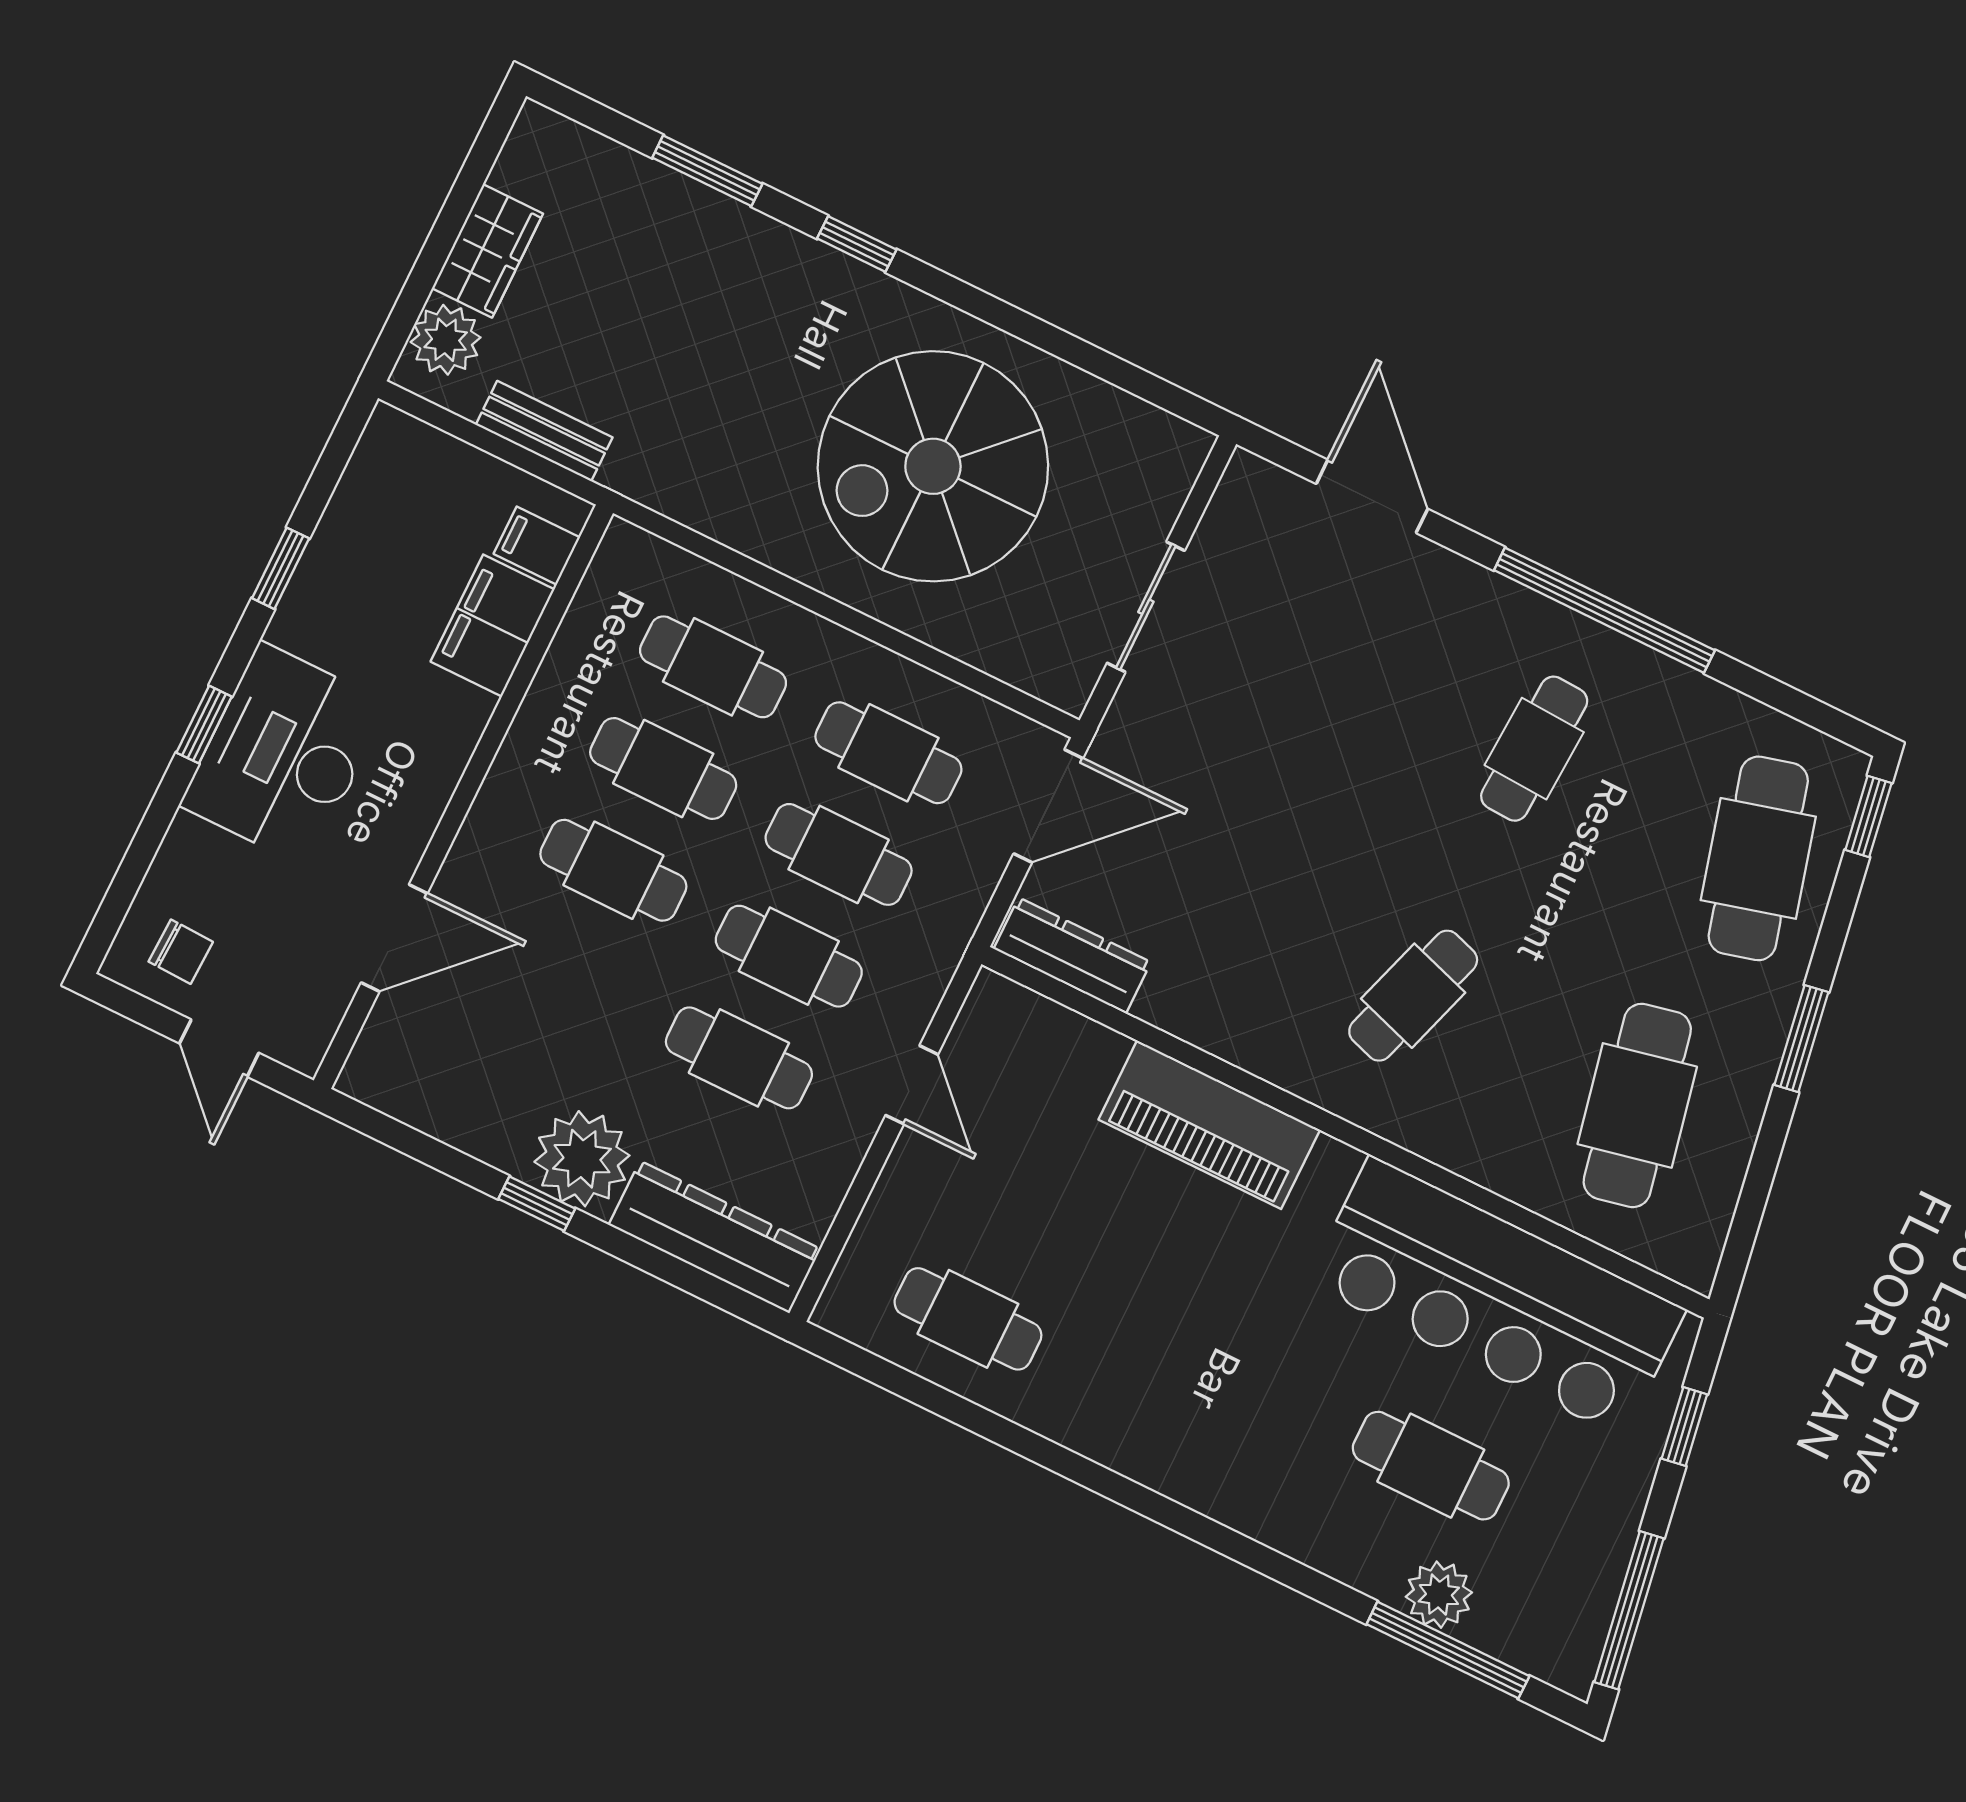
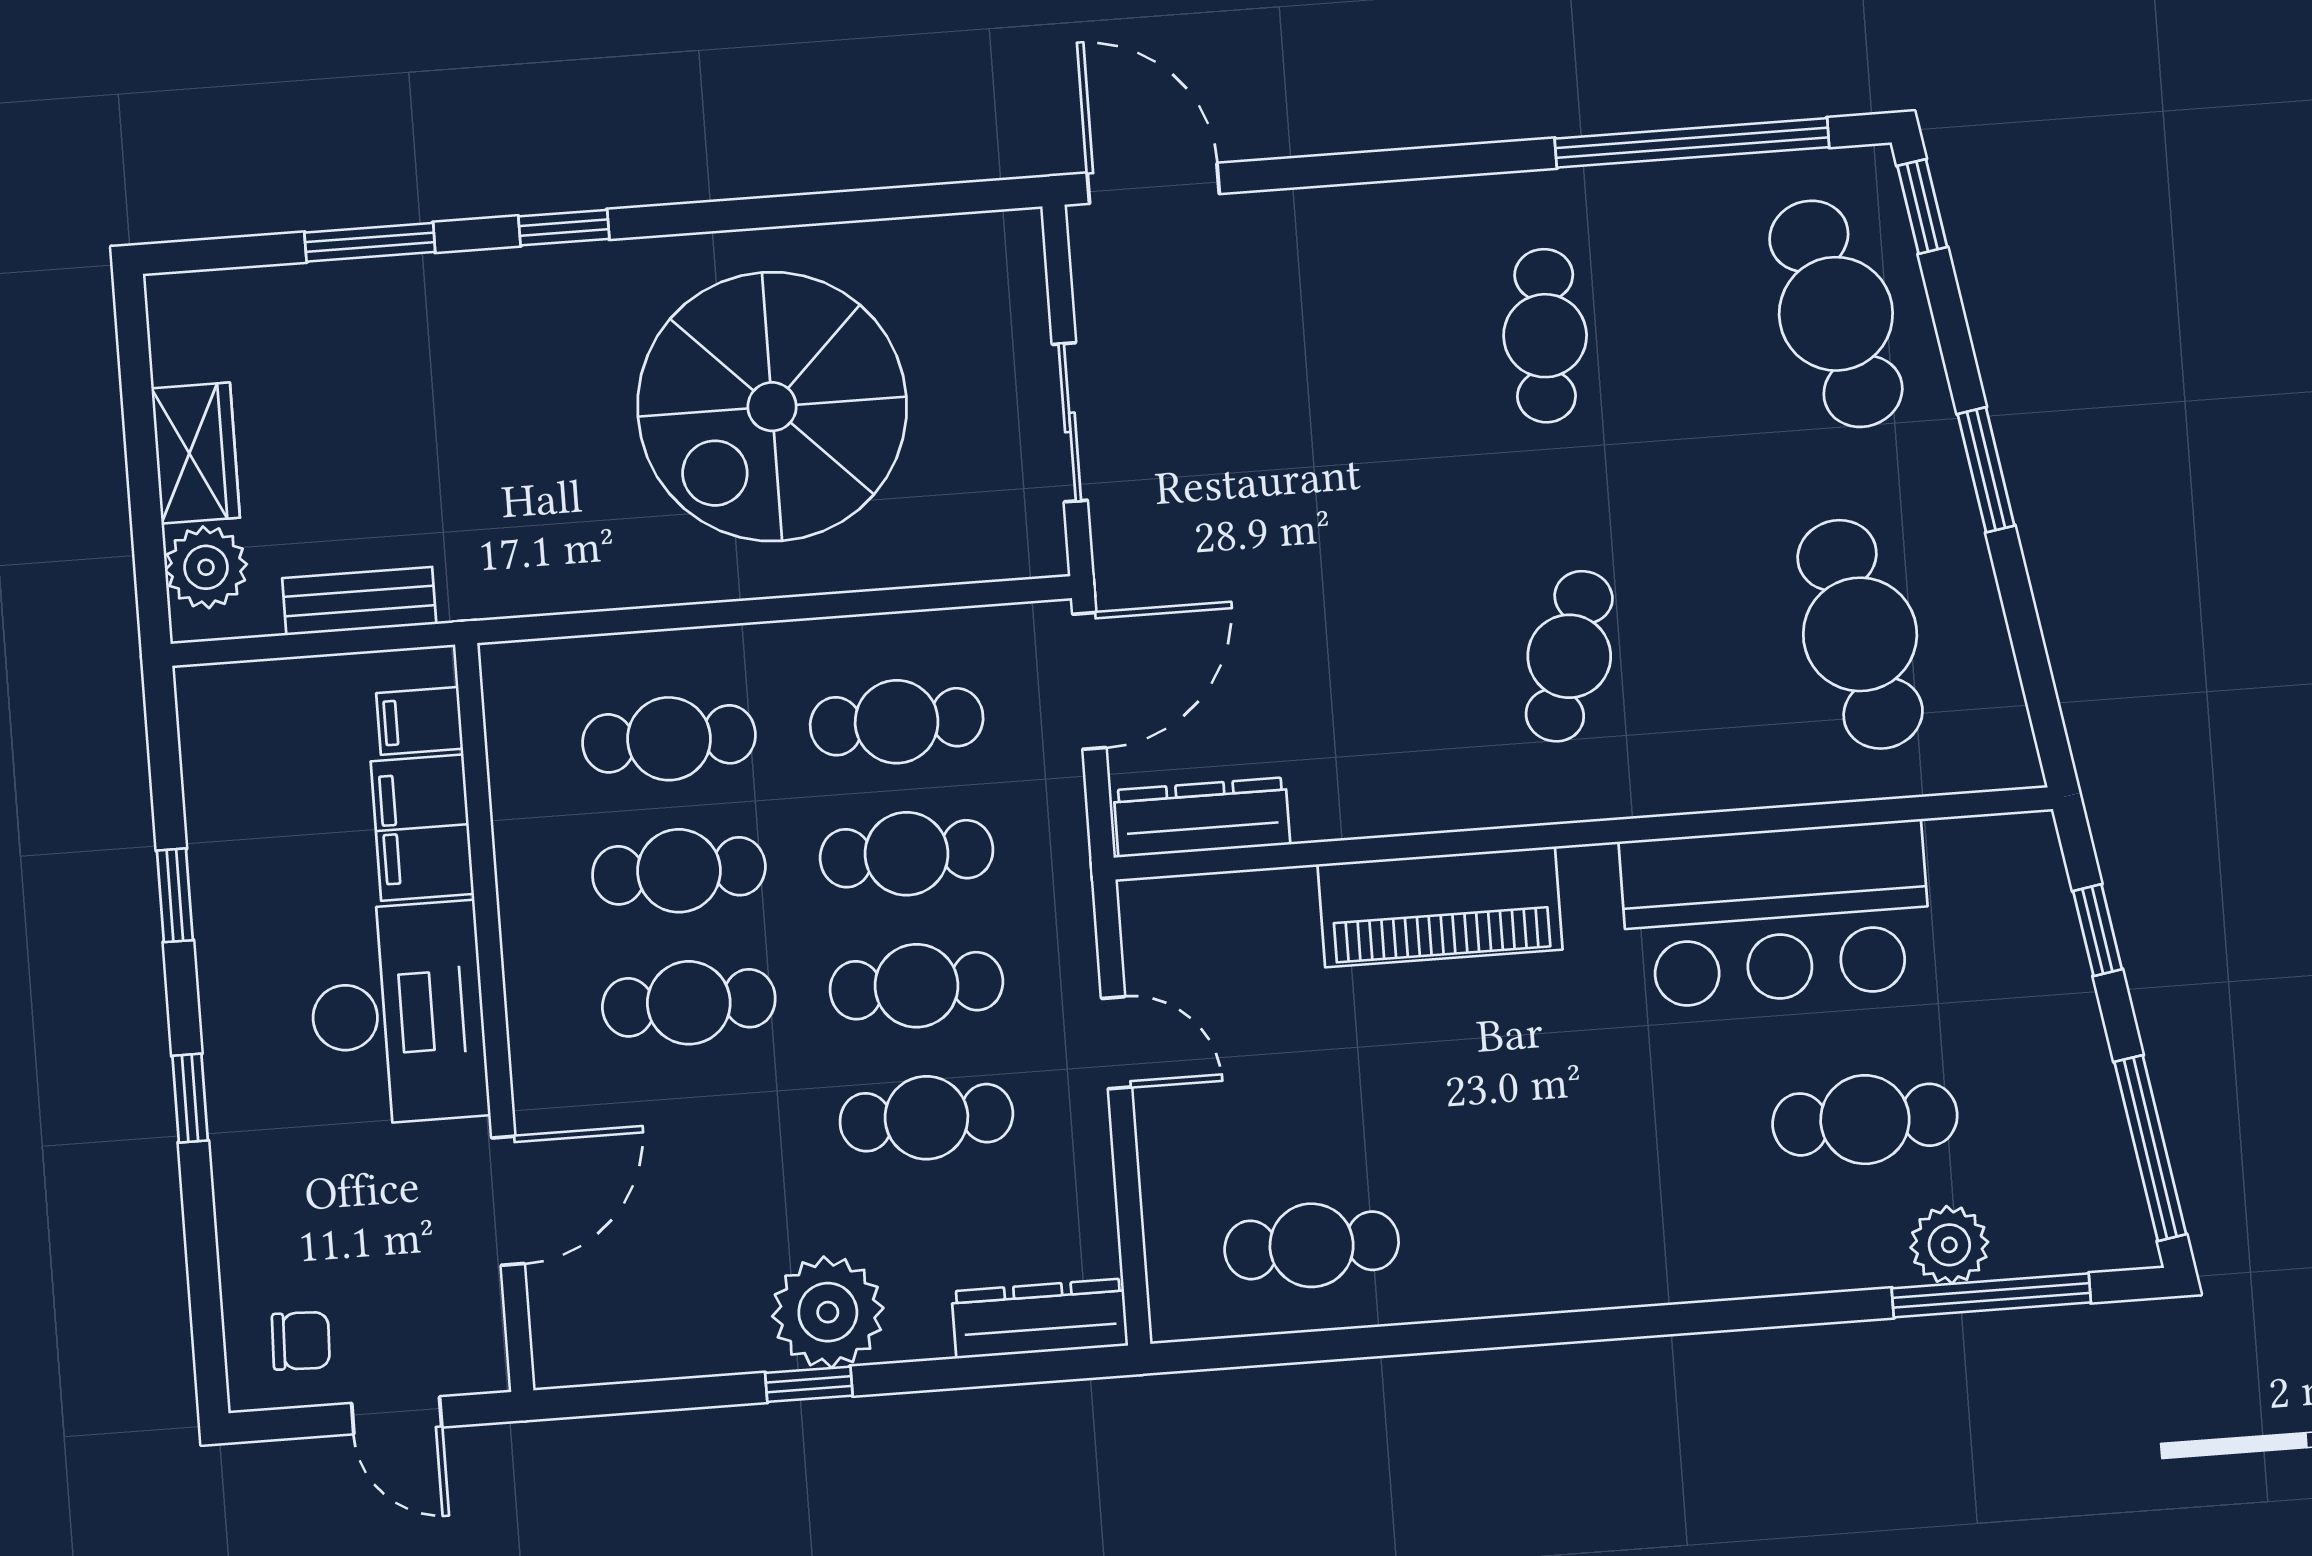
door: (1372, 496) -> (1153, 183), moved
window: (1604, 610) -> (1692, 143), moved
desk: (284, 754) -> (398, 1014), moved, turned 180
dresser: (715, 1237) -> (1040, 1318), width x0.73, depth x0.80
bar counter: (1496, 1296) -> (1776, 914), width x0.73

